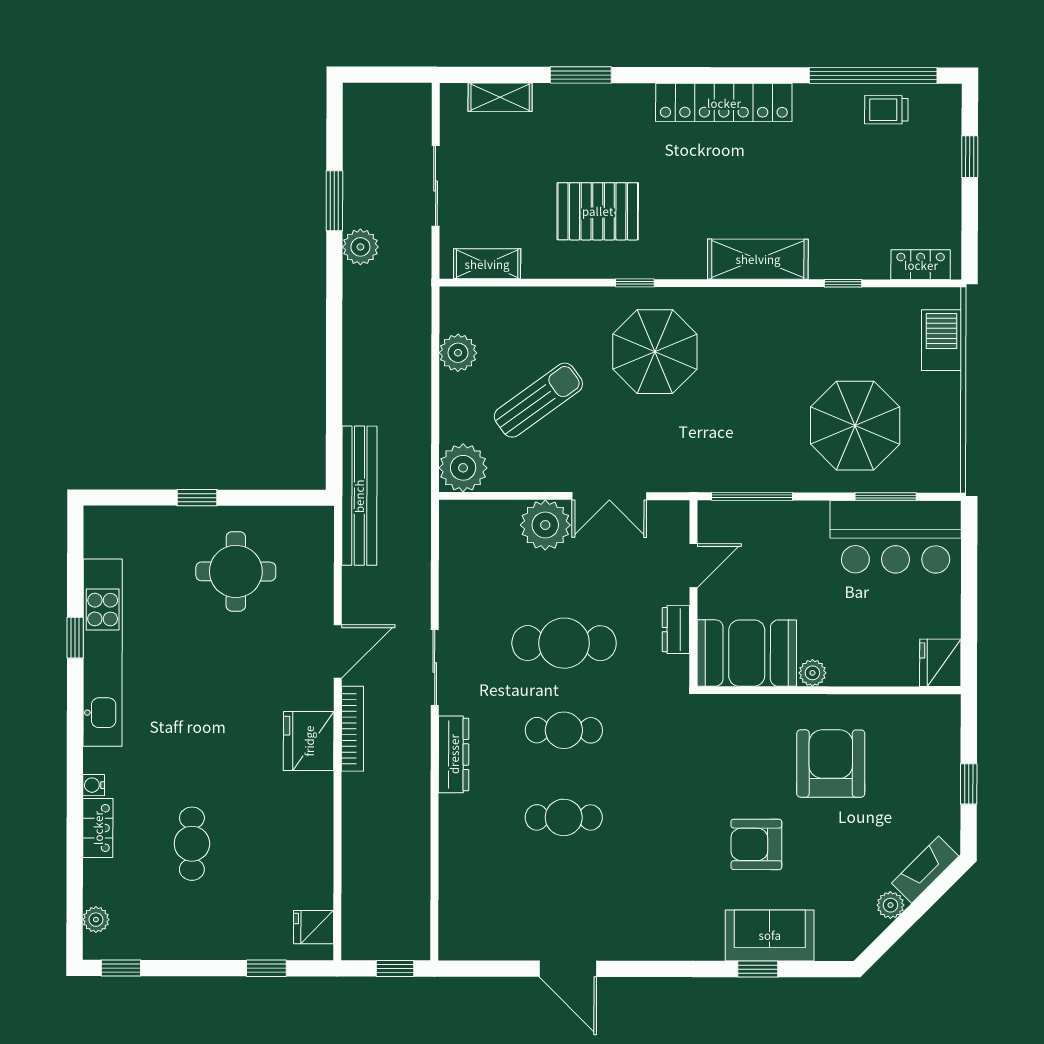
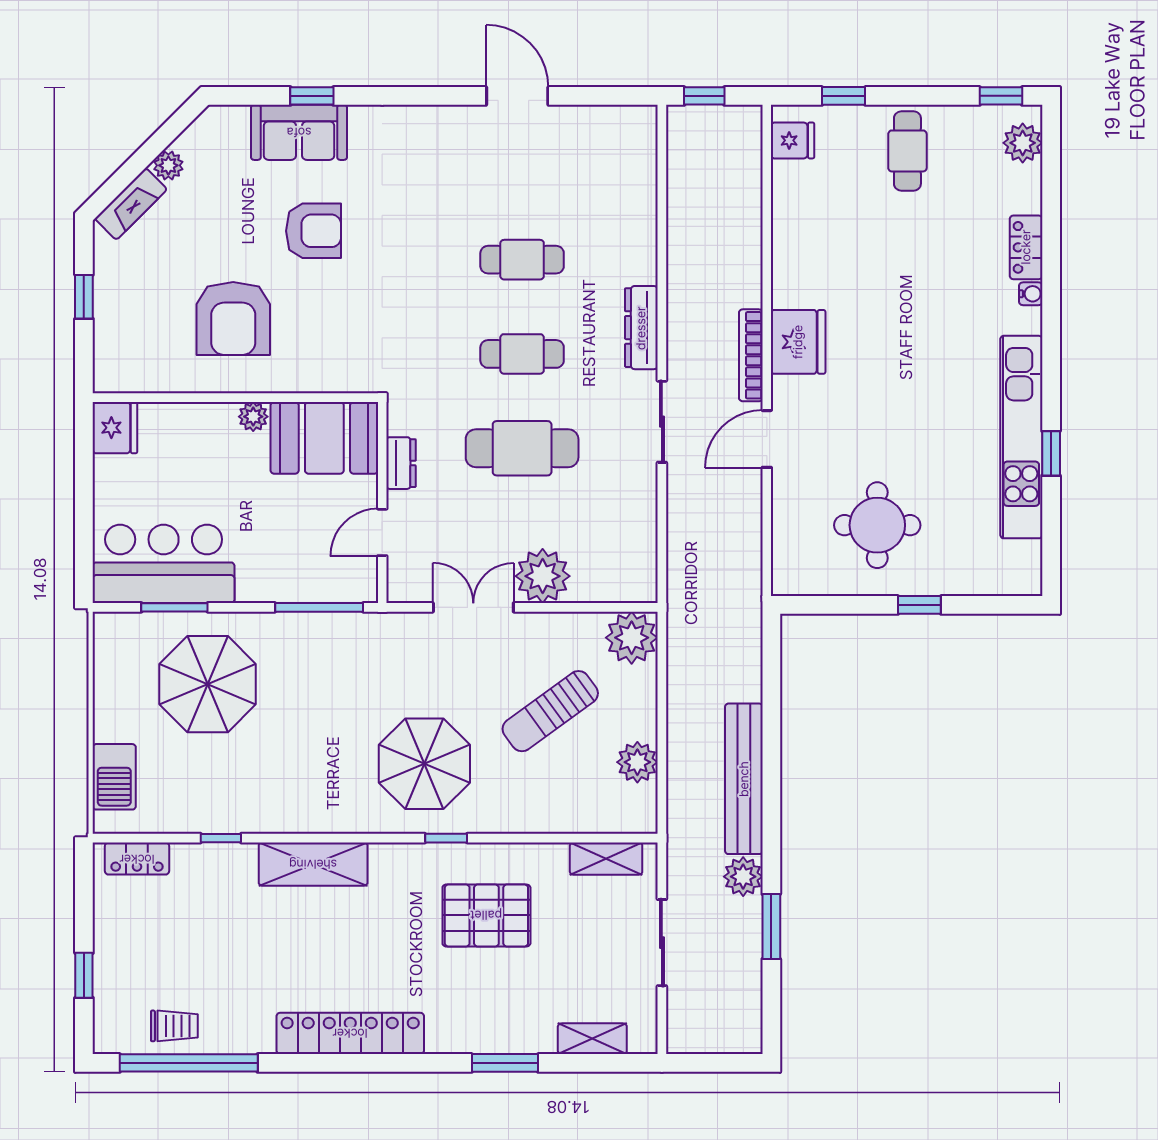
bench: (359, 496) -> (744, 779), moved
cafe table: (192, 844) -> (907, 151), moved
plant: (96, 920) -> (1023, 143), width x1.38, depth x1.38

